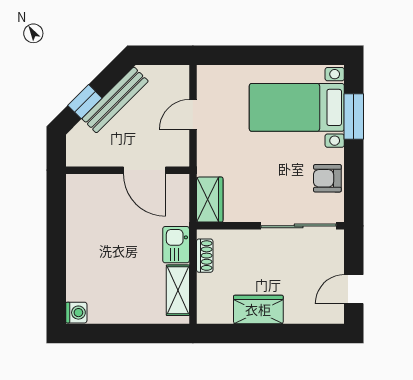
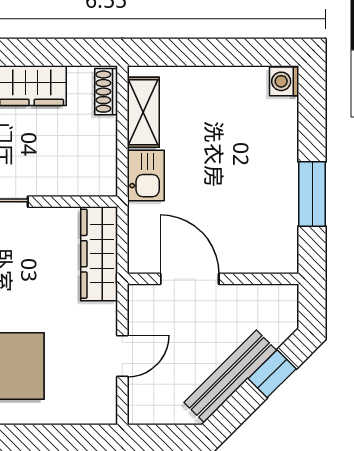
wardrobe: (210, 200) -> (99, 254), width x1.50
window: (56, 231) -> (312, 194), added
shoe rack: (205, 256) -> (106, 92), moved

